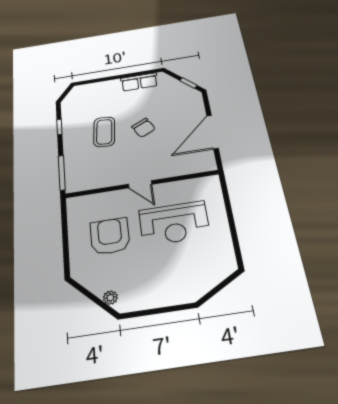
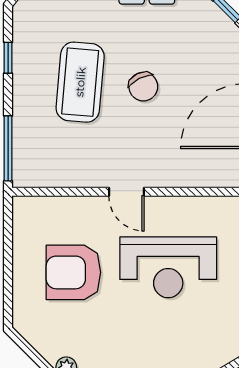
coffee table: (104, 132) -> (80, 82), width x1.36, depth x1.32
armchair: (110, 236) -> (73, 272), turned -90

